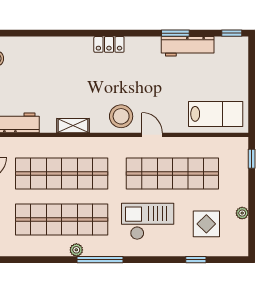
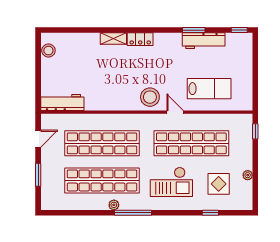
lab bench: (216, 114) -> (209, 89), moved
shelving: (73, 126) -> (113, 39), moved
checkout: (148, 221) -> (171, 182), turned 180

